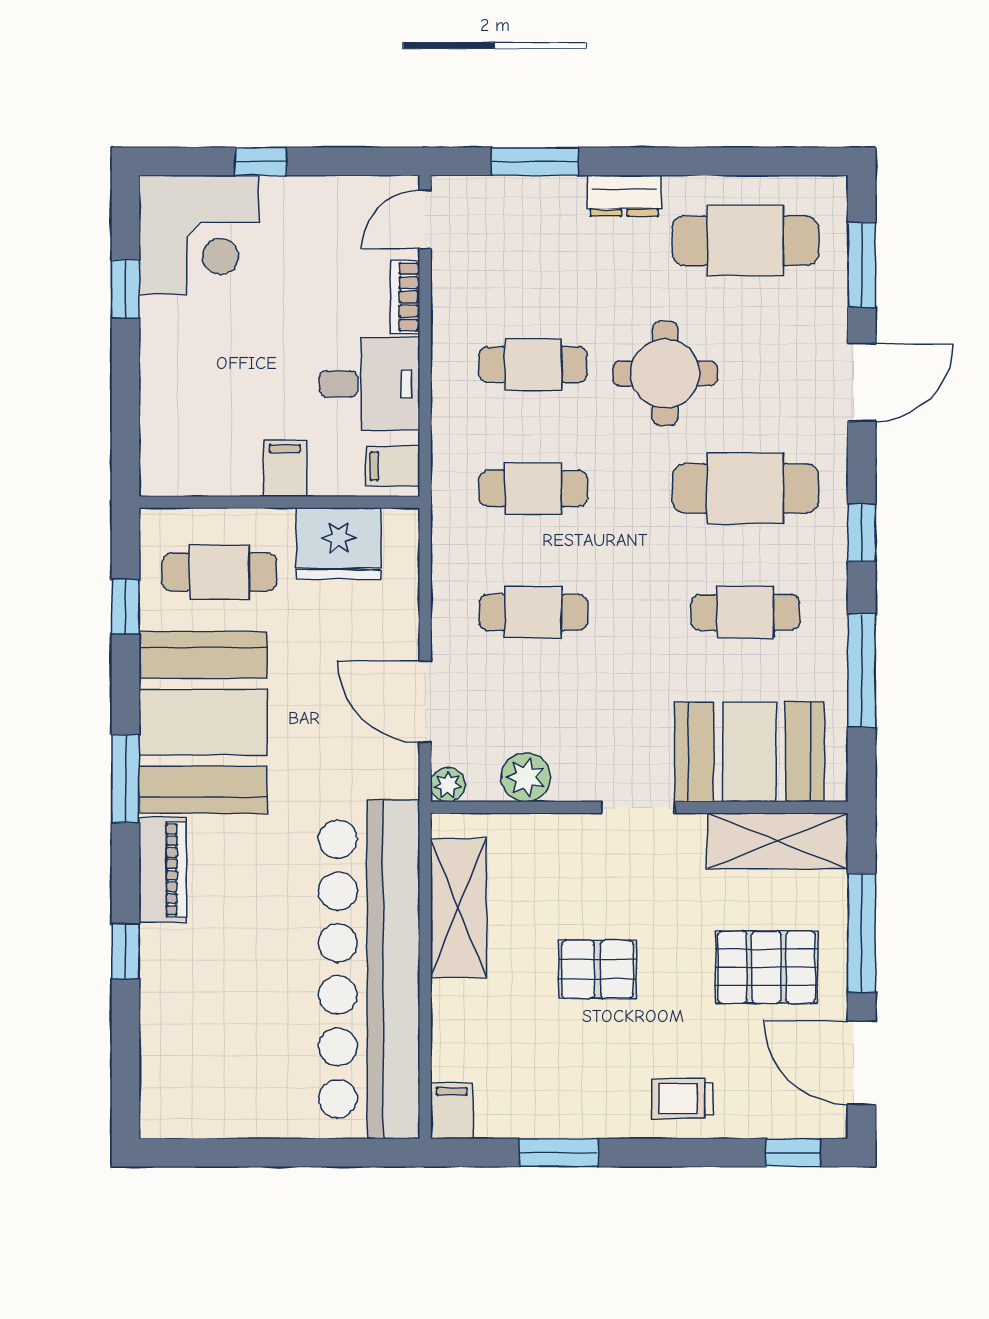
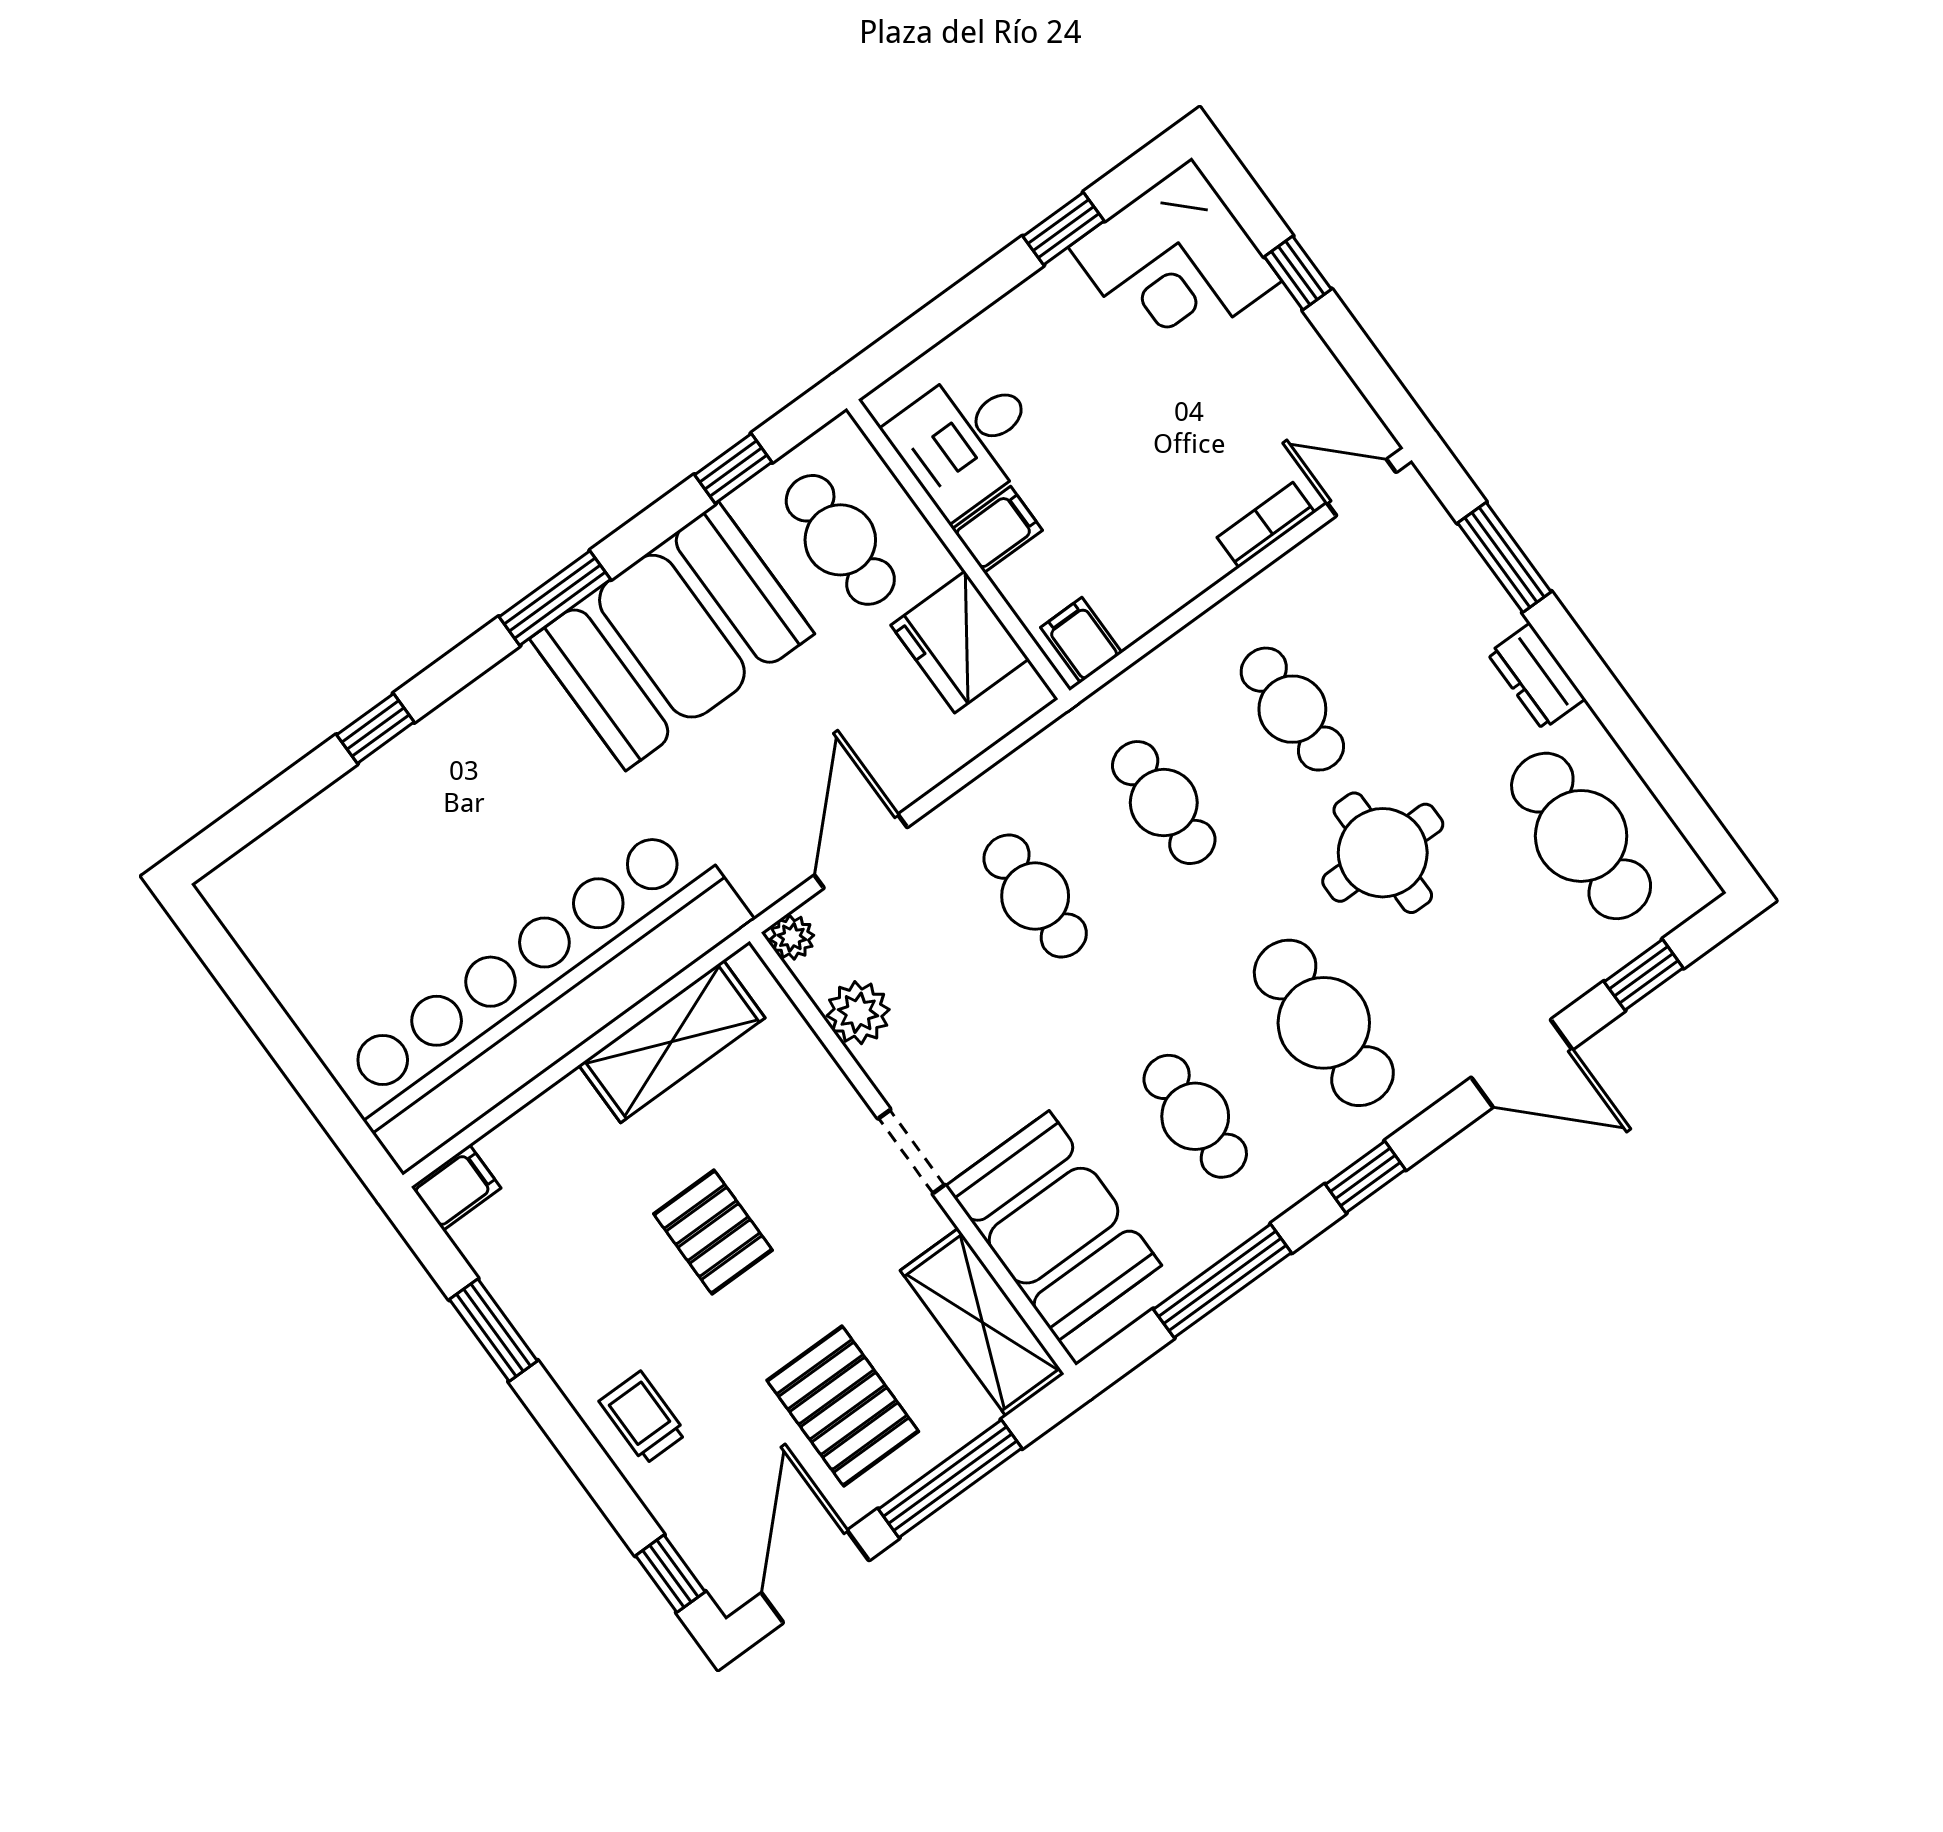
window: (862, 265) -> (1644, 975), width x0.67
desk: (369, 384) -> (966, 439), moved, turned 90
piano: (163, 870) -> (488, 705), removed

